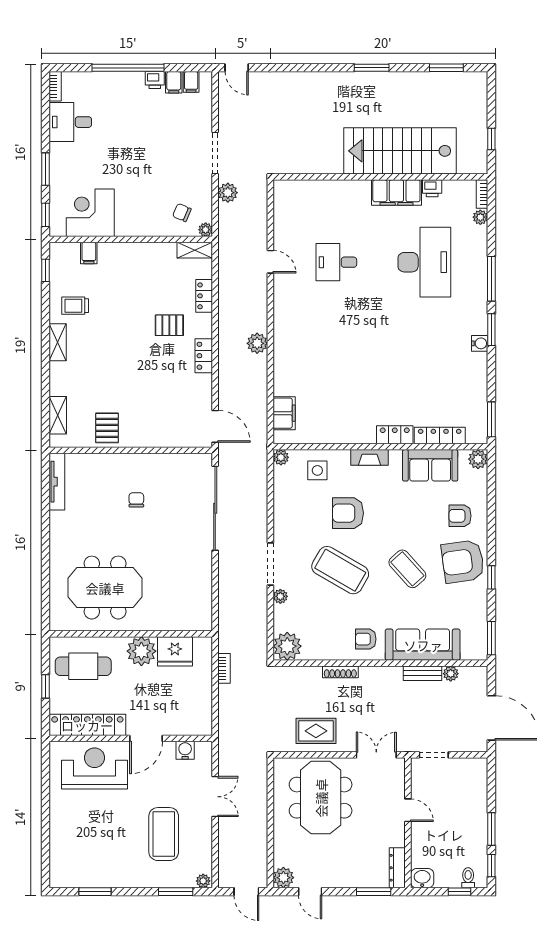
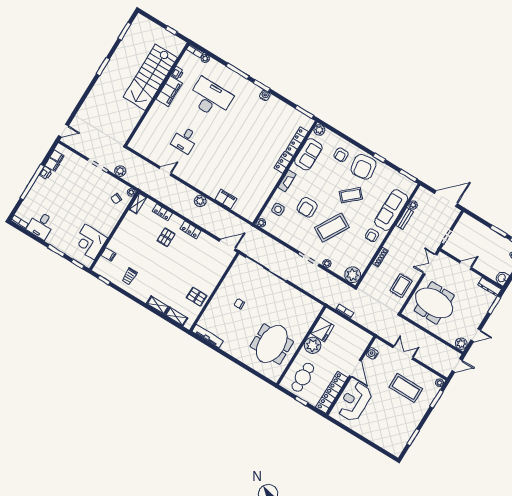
shelving: (58, 342) -> (158, 305), moved
filing cabinet: (284, 413) -> (226, 199), moved

